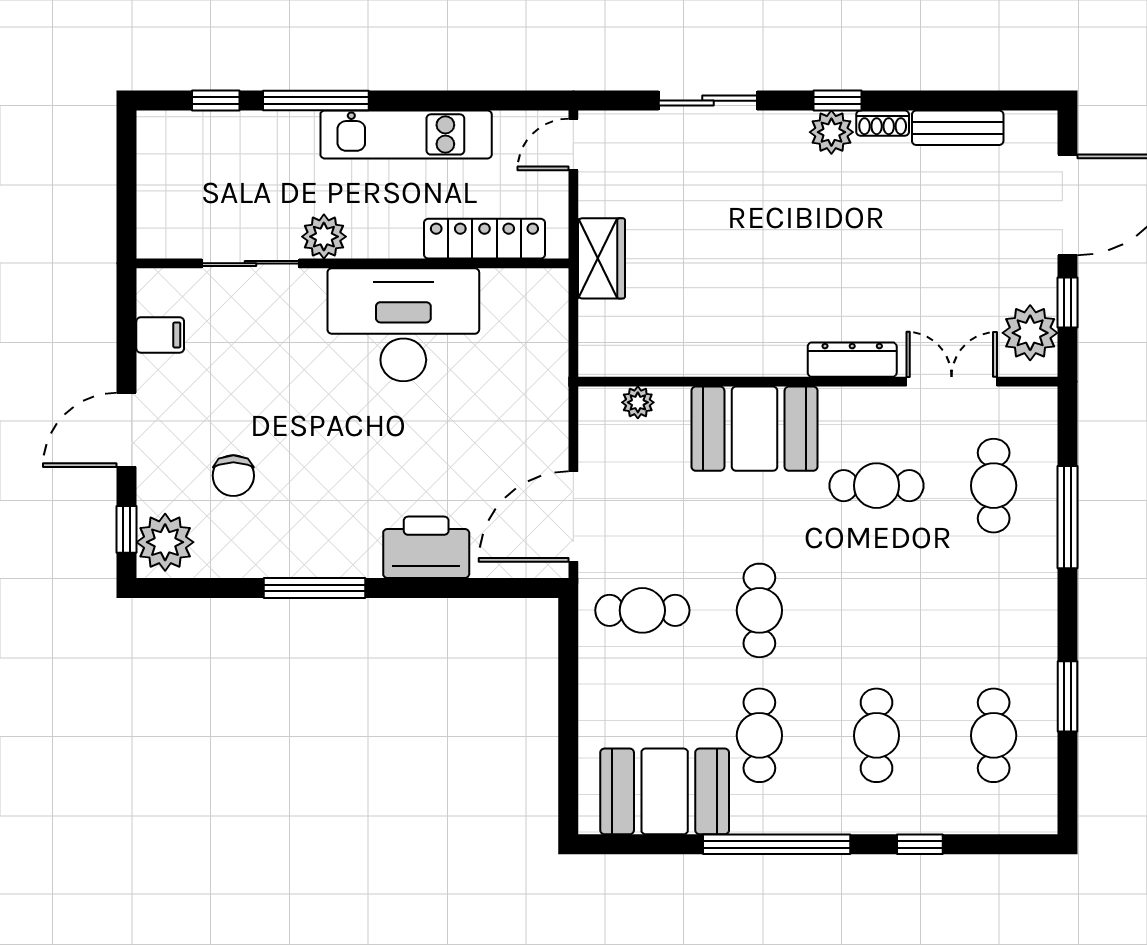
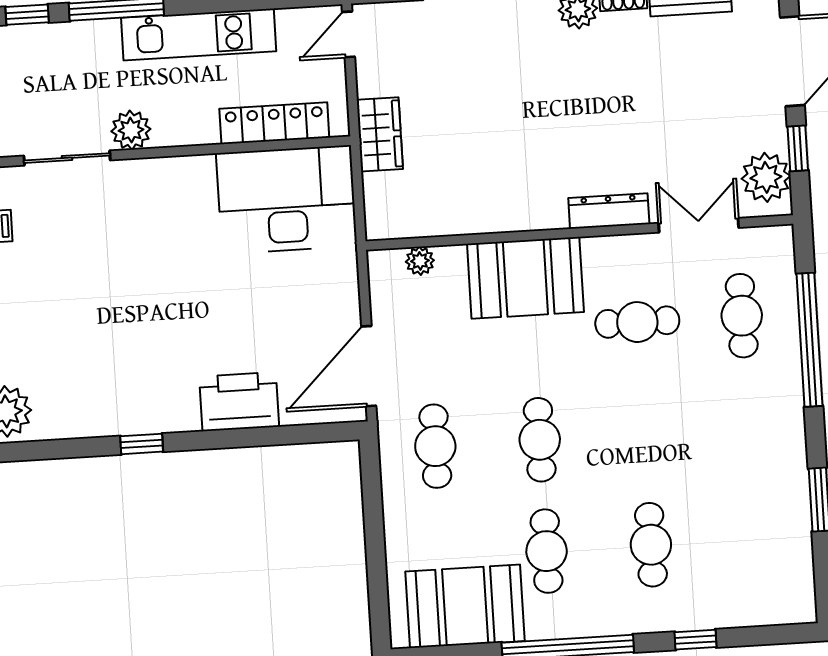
desk: (403, 325) -> (287, 200), moved
chair: (233, 476) -> (63, 348), removed
window: (1068, 517) -> (809, 340), width x1.46
window: (314, 588) -> (142, 444), width x0.46
cafe table: (642, 610) -> (435, 446), turned 90
cafe table: (994, 735) -> (755, 538), removed

